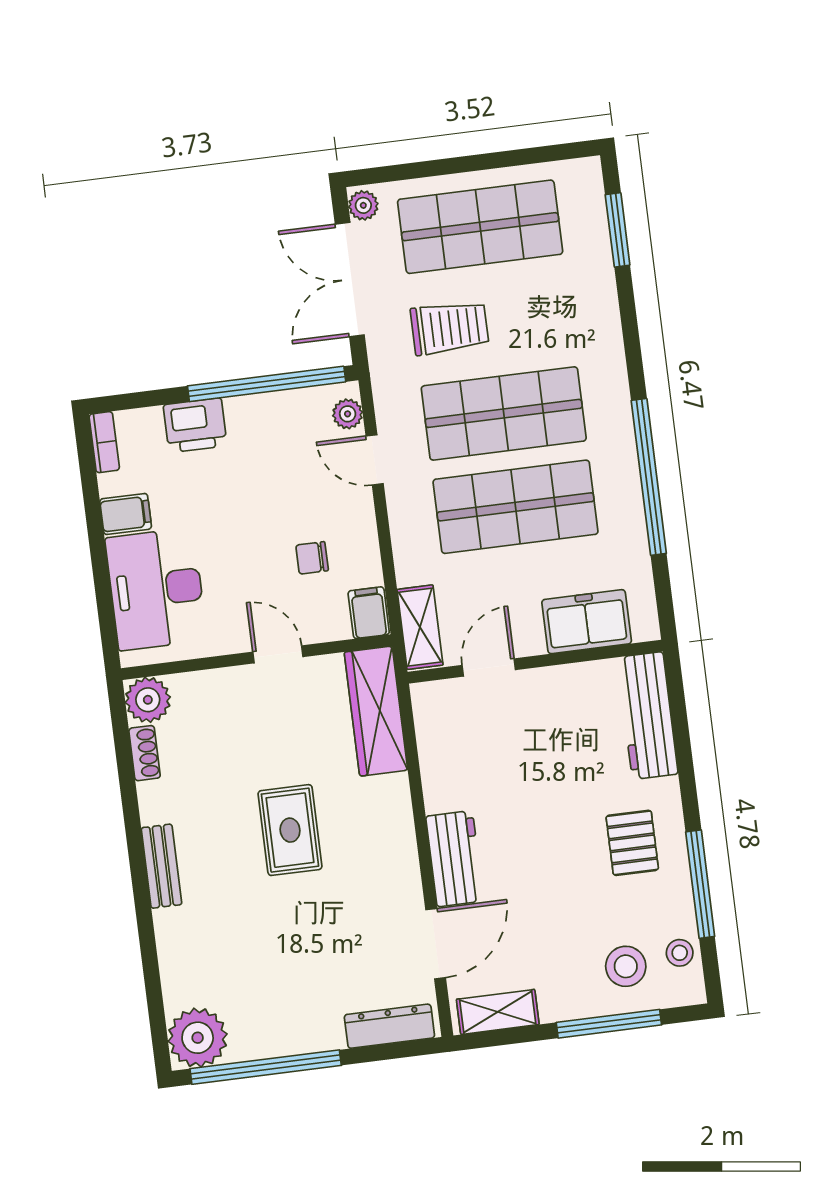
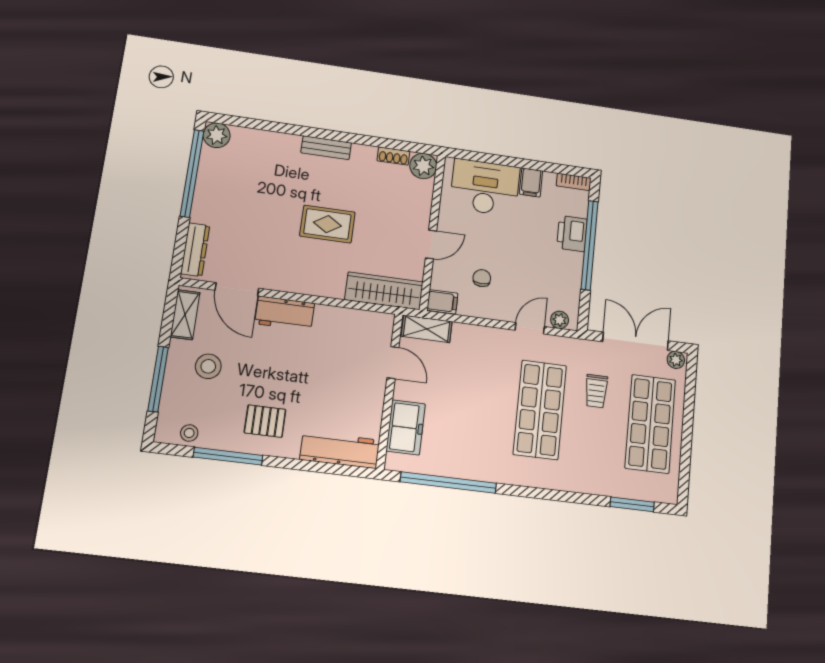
trolley: (450, 328) -> (596, 391), width x0.73, depth x0.72
window: (267, 384) -> (590, 245), moved
window: (649, 477) -> (448, 482), moved
shop shelf: (516, 507) -> (484, 403), removed
stool: (626, 966) -> (208, 366), moved
plant: (198, 1038) -> (217, 135), width x0.73, depth x0.73

